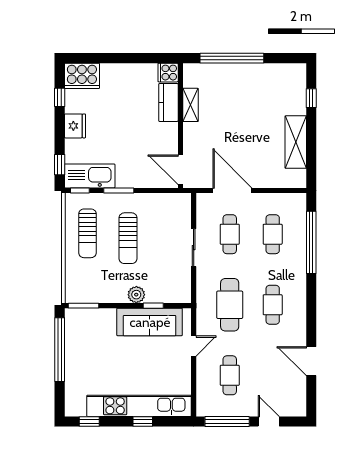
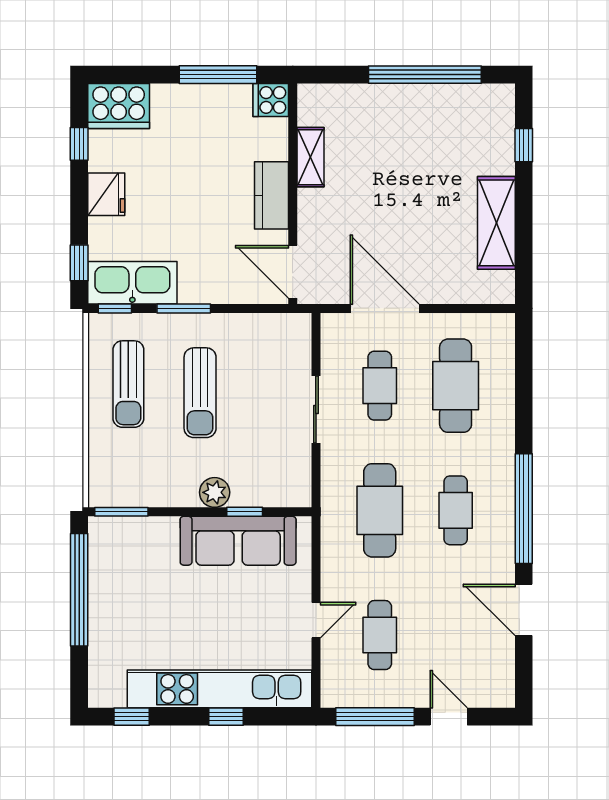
window: (138, 58) -> (218, 75), added
window: (232, 58) -> (425, 75), moved
kitchen counter: (168, 102) -> (271, 195), moved
cafe table: (273, 234) -> (456, 386), width x1.37, depth x1.35
window: (311, 242) -> (524, 509), moved
door: (194, 346) -> (316, 620), moved

